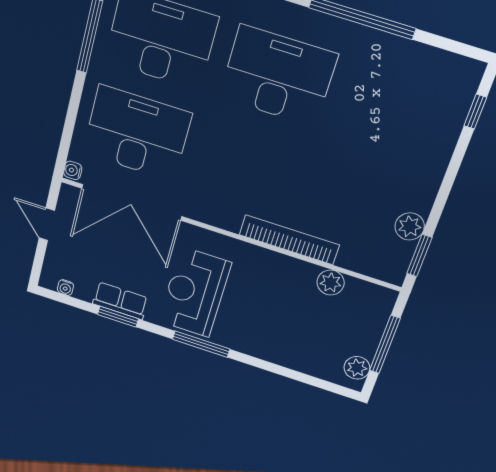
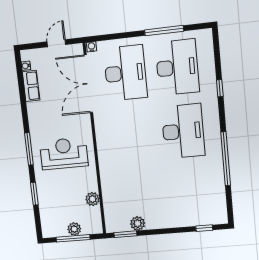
bookcase: (289, 240) -> (105, 170), removed
reception desk: (195, 292) -> (64, 153), moved
row of seats: (120, 301) -> (31, 86), moved
window: (118, 317) -> (34, 194), moved
plant: (357, 368) -> (74, 229), moved

